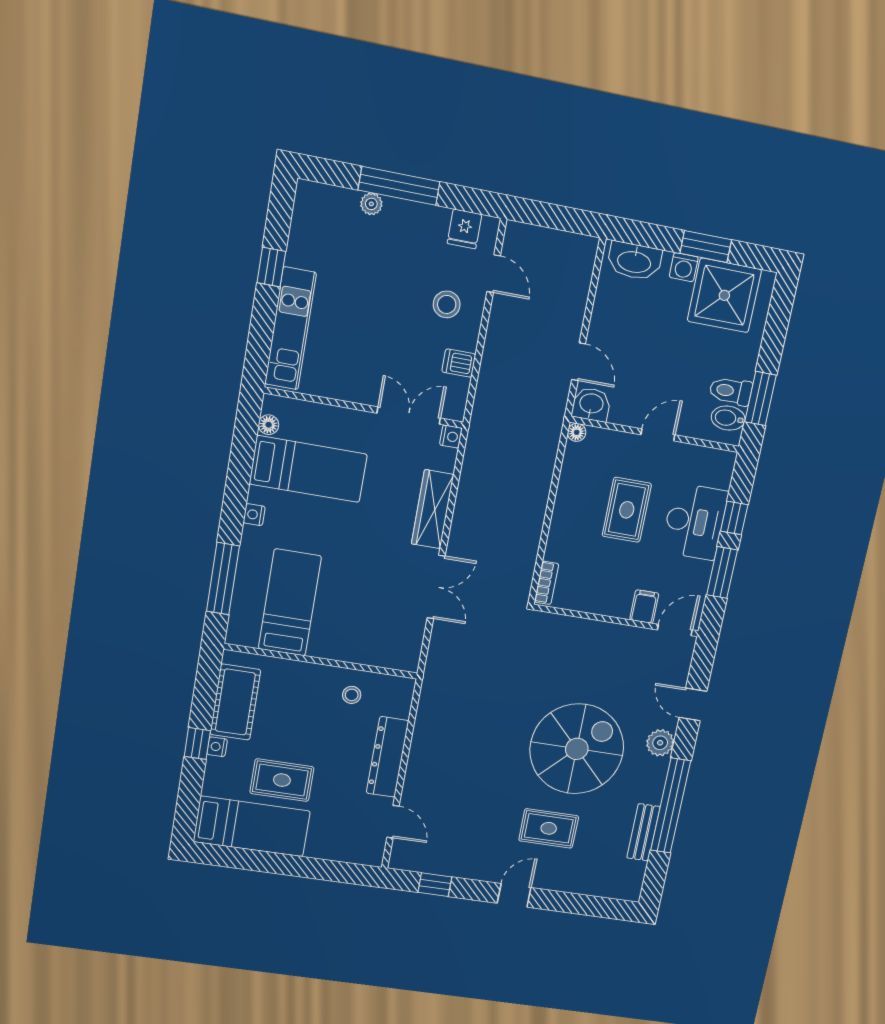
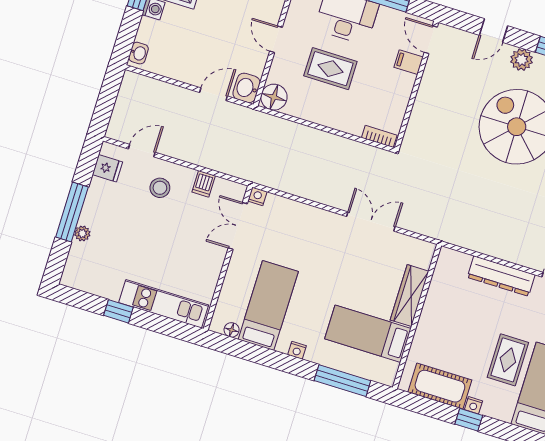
washbasin: (634, 261) -> (139, 53), width x0.52, depth x0.69
floor lamp: (577, 432) -> (274, 97), width x1.89, depth x1.89
wardrobe: (433, 509) -> (409, 296), moved, turned 90
stool: (352, 695) -> (447, 297), removed

